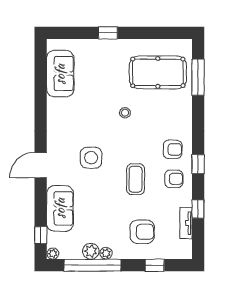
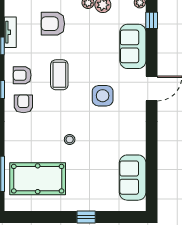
armchair: (173, 149) -> (23, 104), turned 90

